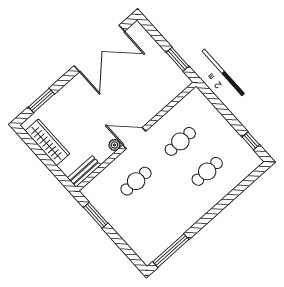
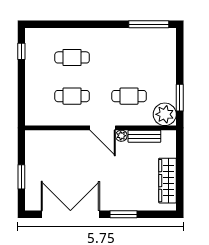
window: (178, 59) -> (21, 177), moved
window: (41, 100) -> (123, 214), moved
bench: (84, 171) -> (144, 136), moved
plant: (96, 192) -> (165, 114), added

